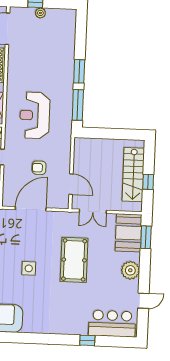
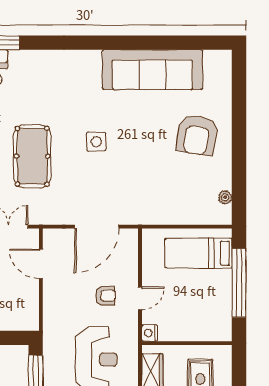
armchair: (39, 168) -> (105, 296), moved

